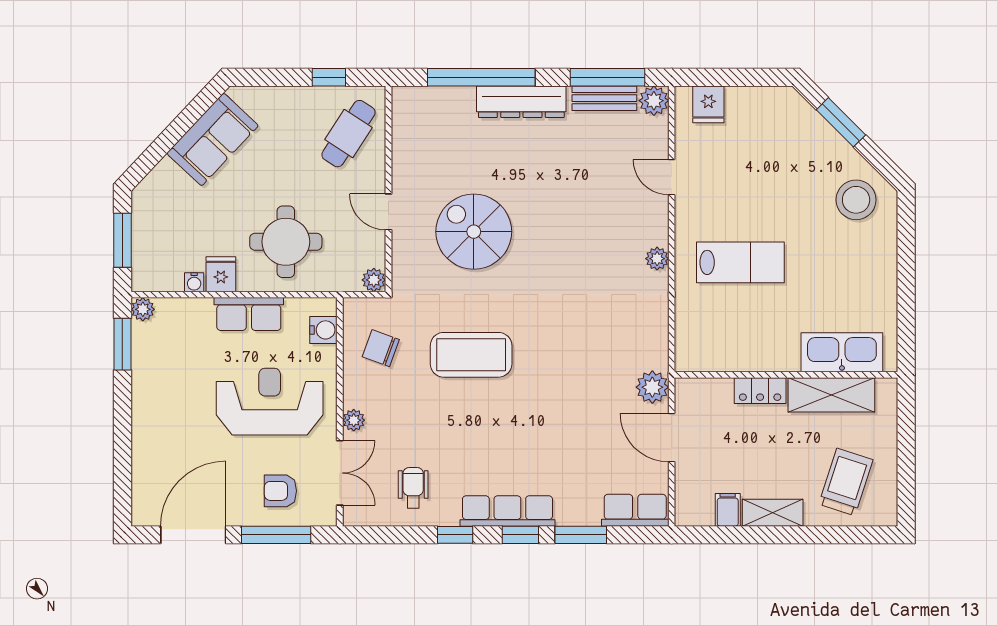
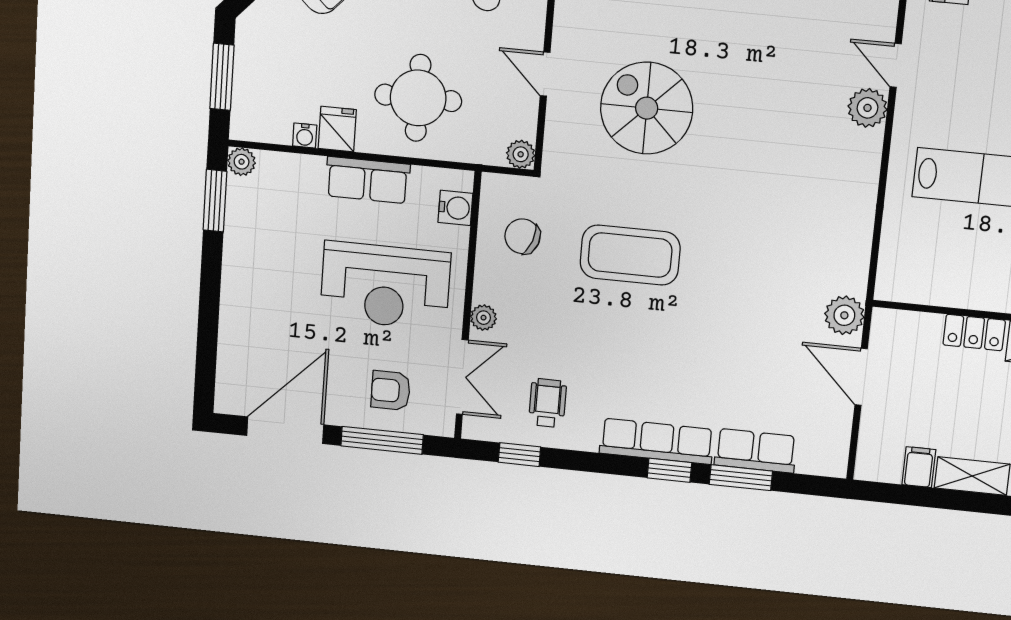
plant: (657, 259) -> (867, 108), moved, width x1.38, depth x1.38
reception desk: (270, 402) -> (385, 286), turned 180
row of seats: (635, 510) -> (756, 451), moved
window: (455, 535) -> (519, 455), moved

